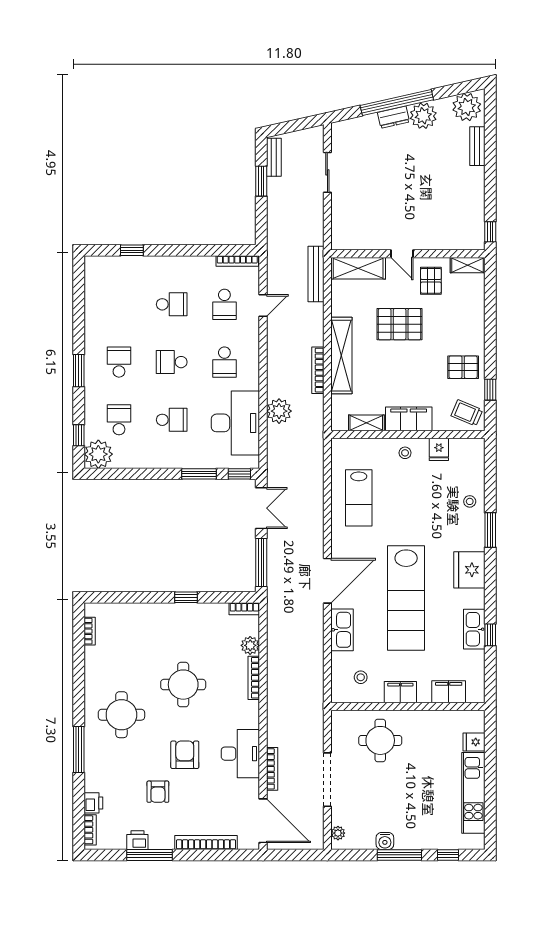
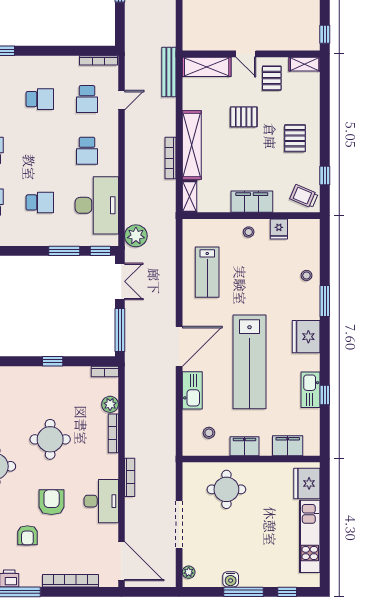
pallet: (400, 324) -> (244, 117), width x0.67, depth x0.71
school desk: (172, 362) -> (40, 151), removed
pallet: (463, 367) -> (295, 138), moved, turned 90
plant: (279, 411) -> (136, 236), moved
shelving: (366, 423) -> (189, 196), moved, turned 90
fridge: (474, 742) -> (307, 483), width x1.88, depth x1.34
bookcase: (272, 769) -> (130, 477), moved

